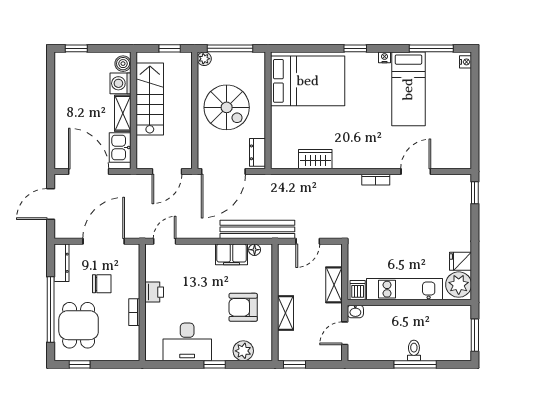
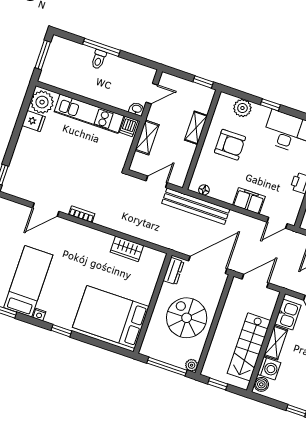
filing cabinet: (231, 254) -> (249, 201), moved

